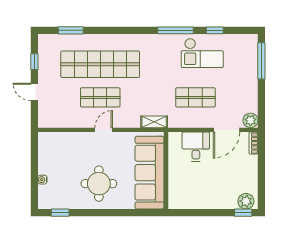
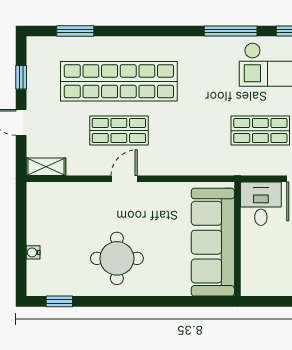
shelving: (154, 122) -> (46, 167), moved
wall: (166, 171) -> (237, 239), moved
sofa: (149, 173) -> (213, 242), moved

